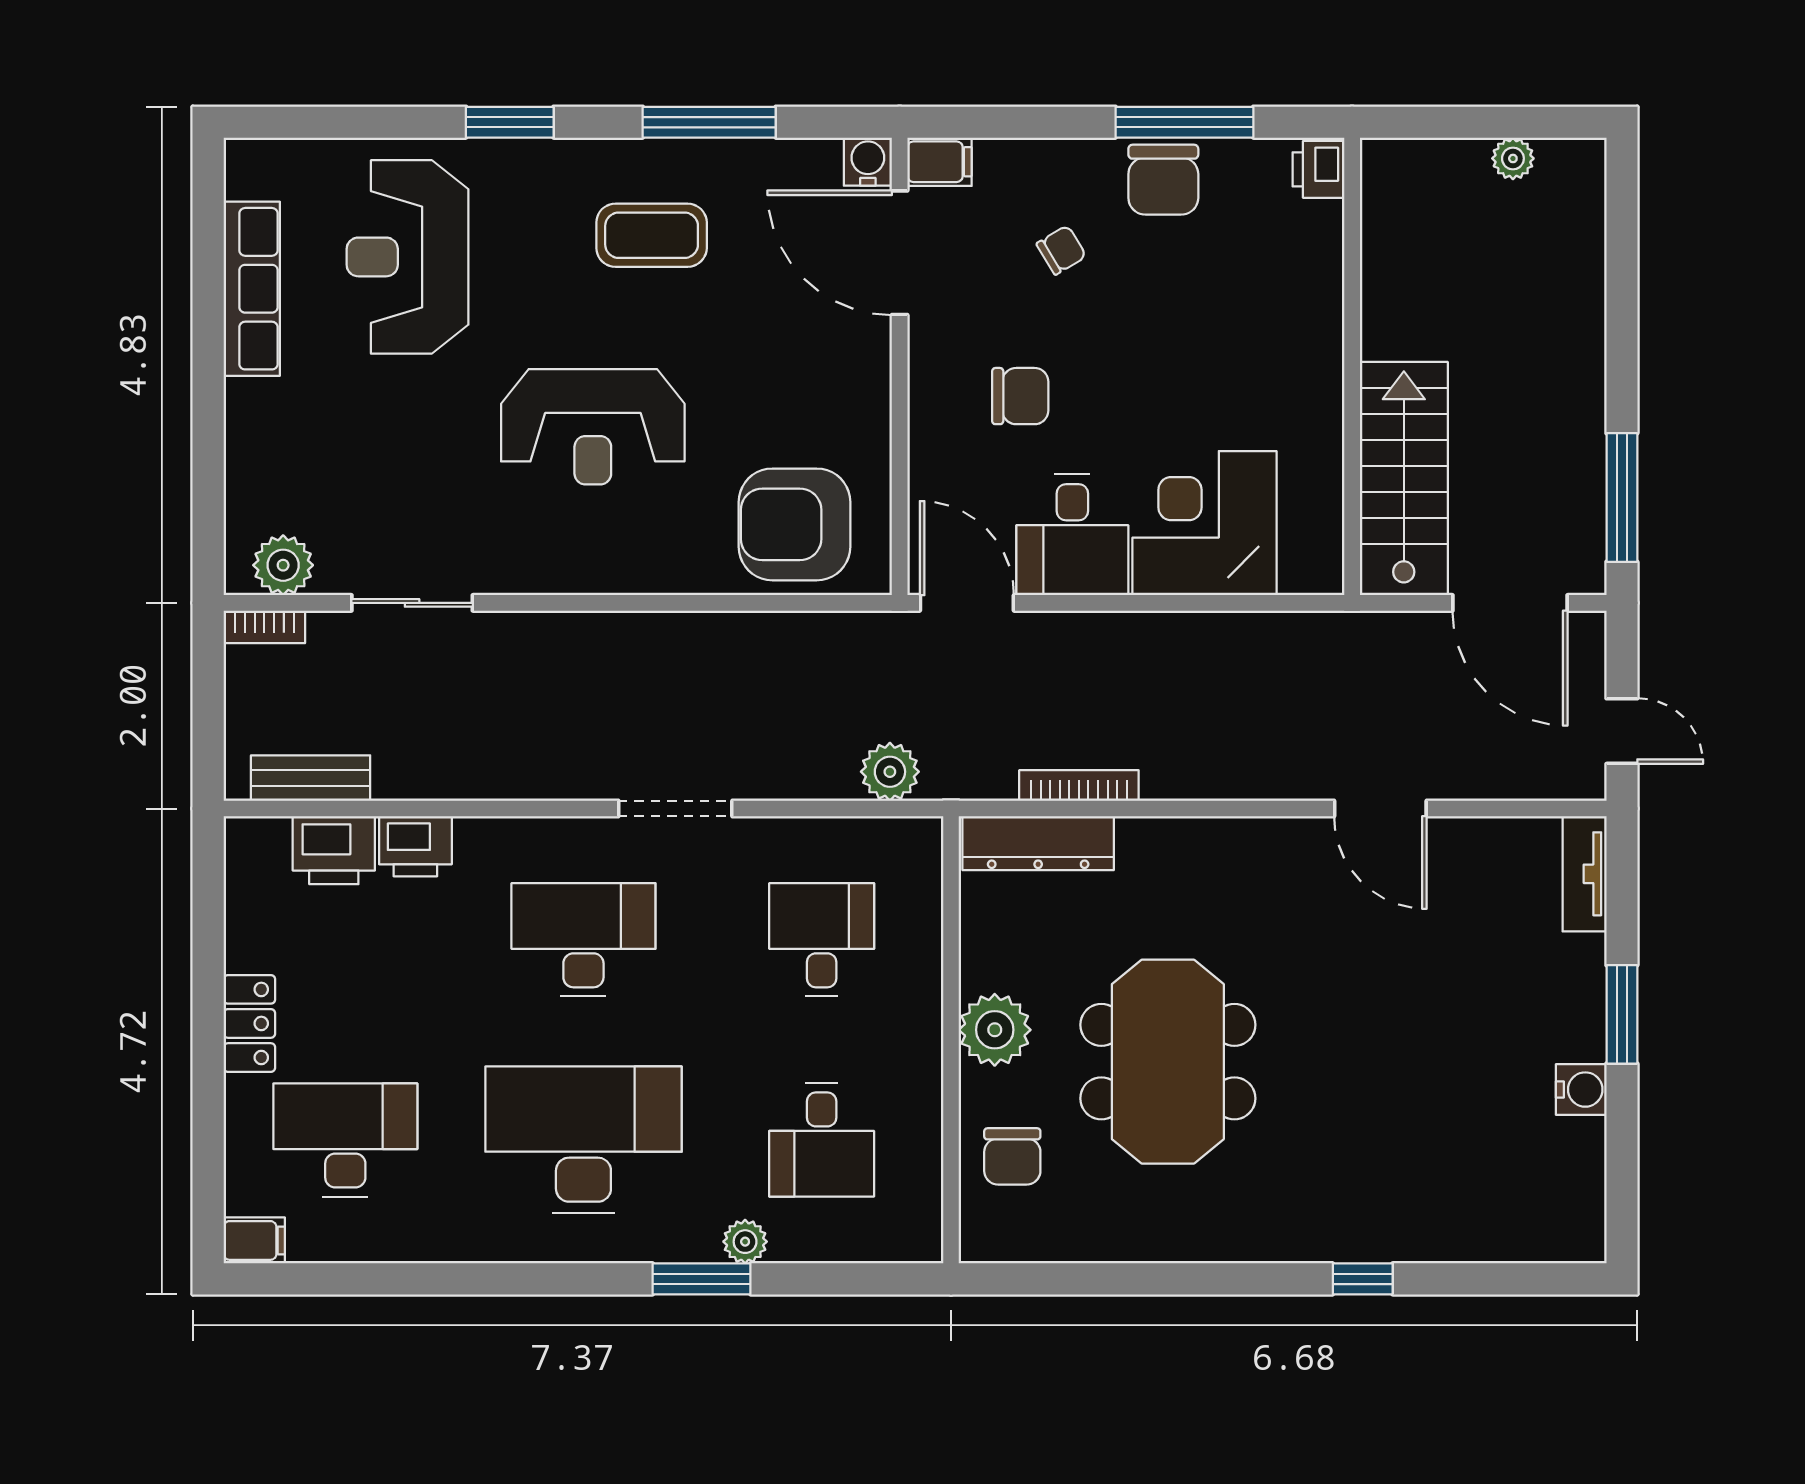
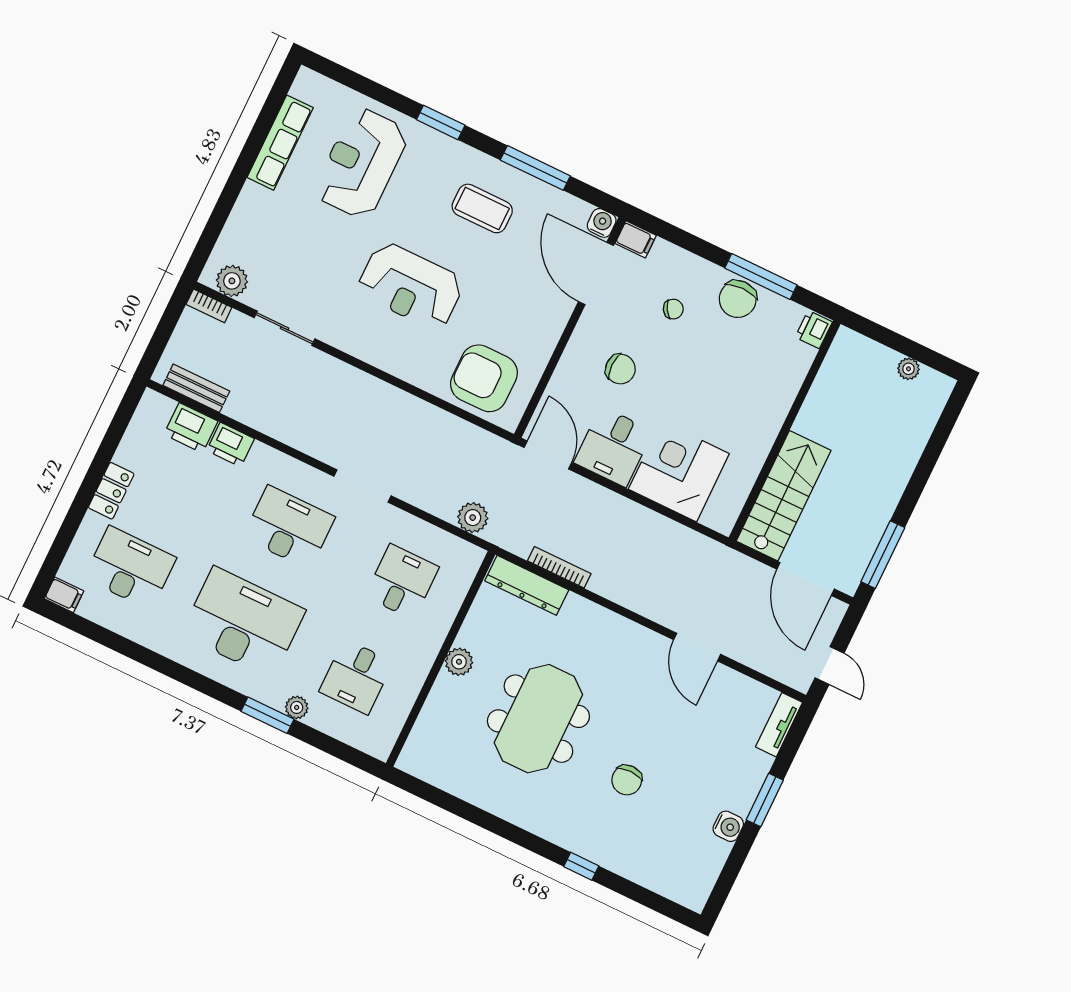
plant: (995, 1030) -> (459, 662), width x0.73, depth x0.73
chair: (1012, 1156) -> (627, 780), moved

